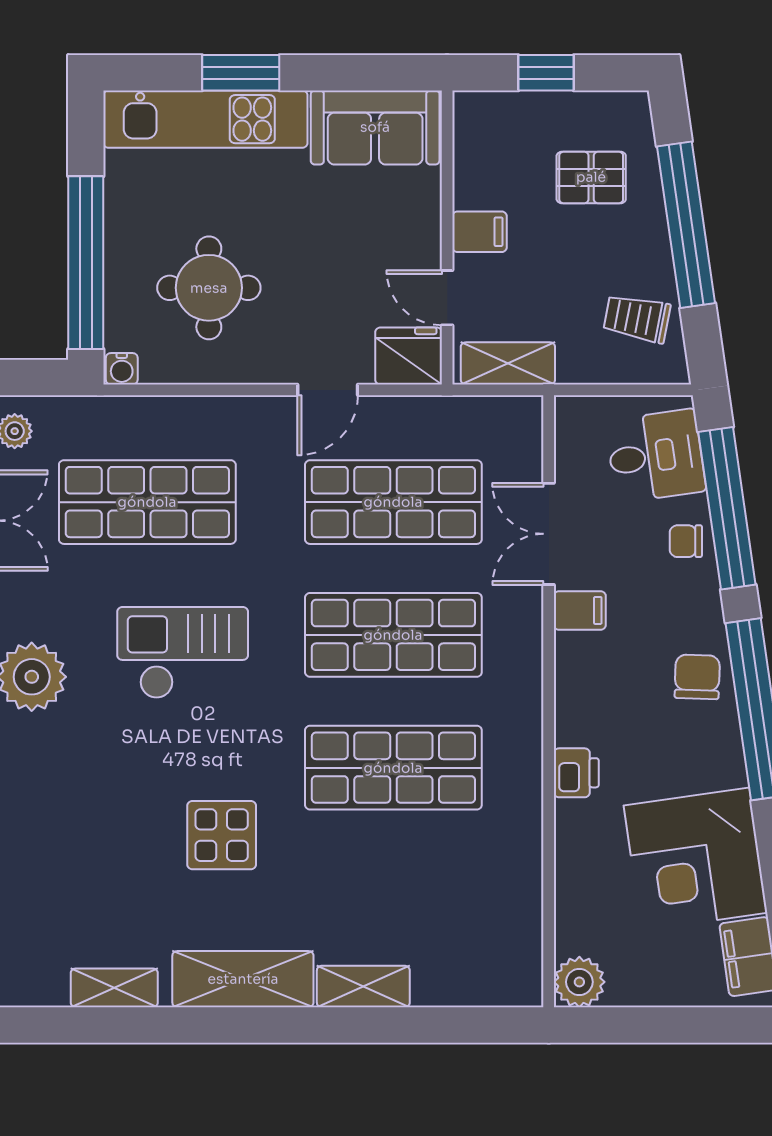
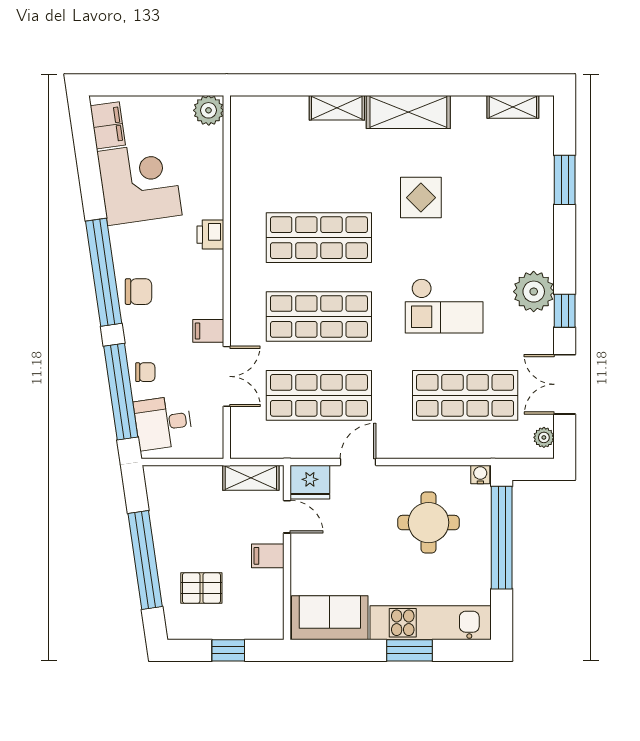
trolley: (637, 318) -> (174, 504), removed
chair: (697, 677) -> (138, 292), turned -92
shelving: (114, 988) -> (513, 107), moved

